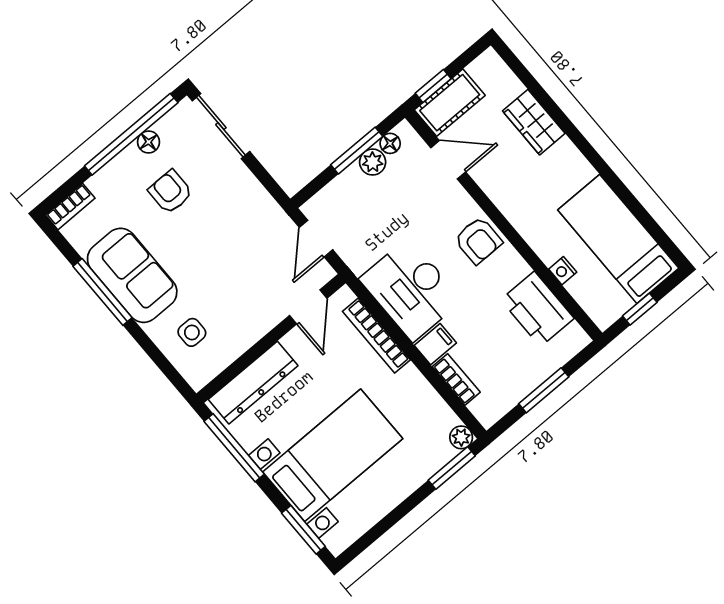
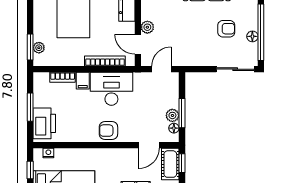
door: (316, 239) -> (162, 69), hinge flipped
nightstand: (563, 271) -> (48, 153), moved
printer: (537, 309) -> (44, 123), moved, turned 90
plant: (270, 314) -> (147, 27), added
plant: (461, 437) -> (39, 48), moved

